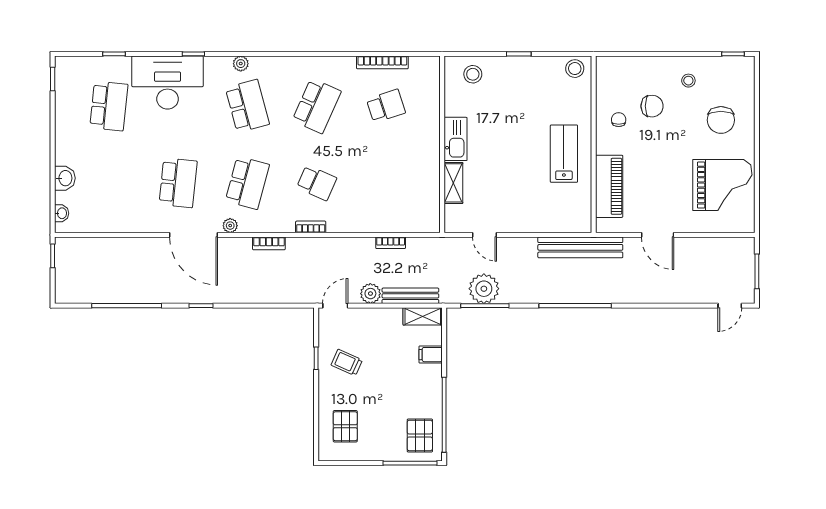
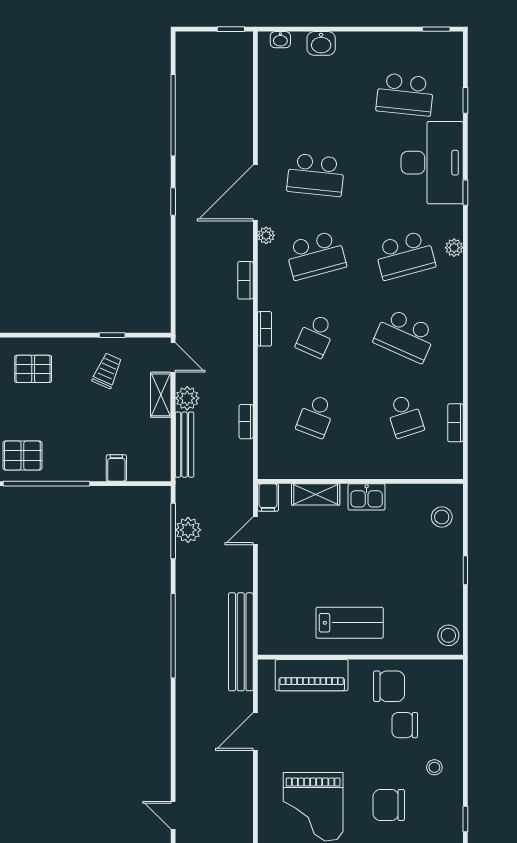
bookcase: (382, 62) -> (455, 423), width x0.64
chair: (652, 106) -> (405, 725), turned 90
chair: (619, 120) -> (389, 686), width x1.87, depth x1.87
kitchen sink: (456, 139) -> (367, 497), width x0.73
school desk: (247, 183) -> (316, 255), turned -30
school desk: (386, 183) -> (316, 416), added
filing cabinet: (456, 224) -> (268, 498), added
plant: (484, 289) -> (188, 530), width x0.73, depth x0.73
shelving: (423, 316) -> (161, 395), moved

